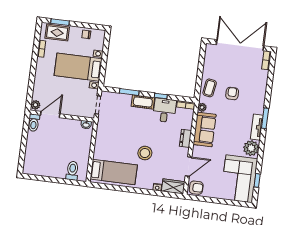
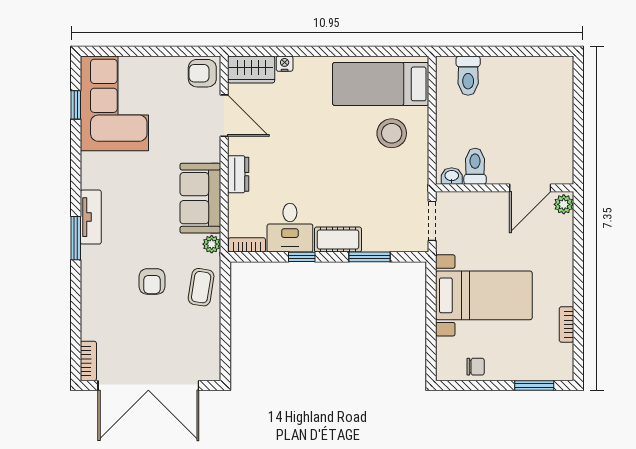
rug: (57, 33) -> (537, 363), removed
toilet: (34, 123) -> (475, 166), moved
plant: (251, 148) -> (97, 171), removed
stool: (145, 153) -> (392, 133), moved
door: (189, 167) -> (224, 116), swing flipped

